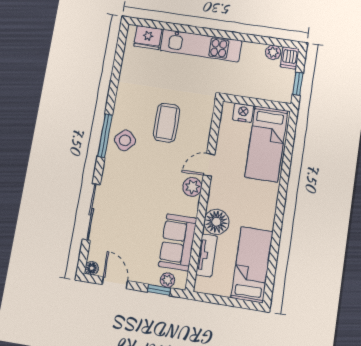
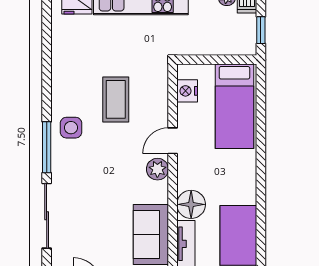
nightstand: (243, 113) -> (187, 91), moved, turned -90
window: (105, 136) -> (47, 147), moved
side table: (125, 140) -> (71, 128), turned 45

